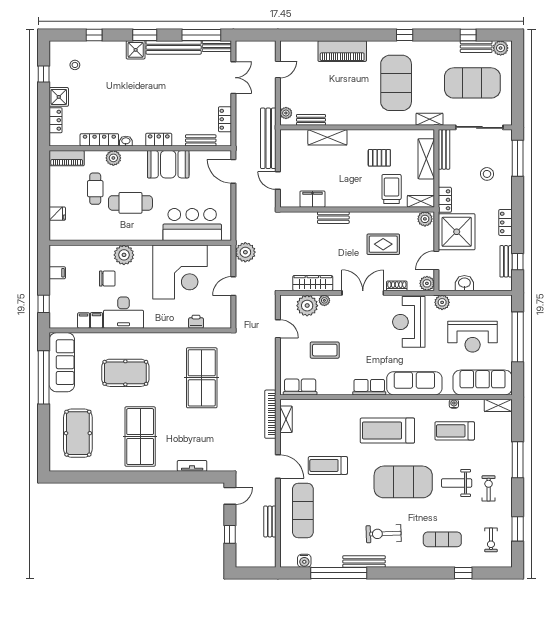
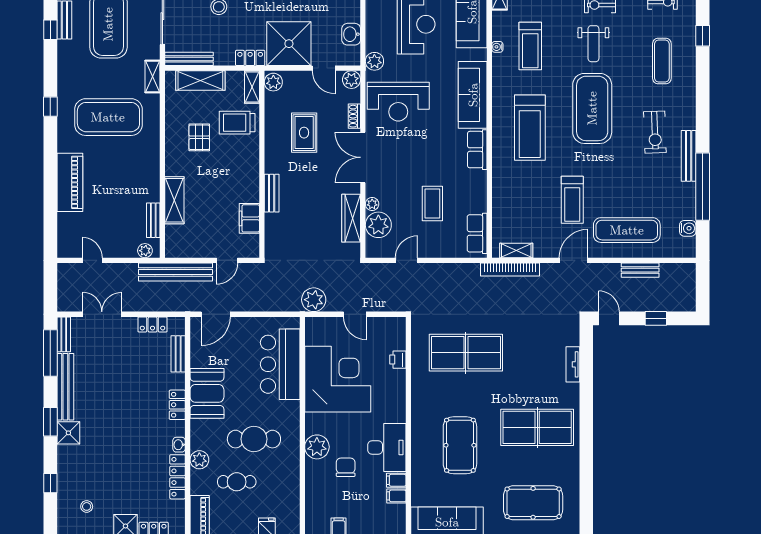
cafe table: (130, 203) -> (254, 439), turned 90

